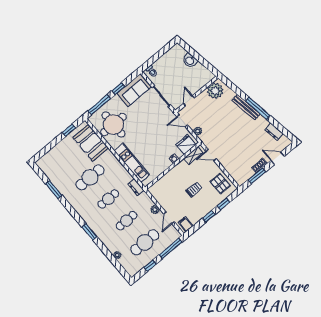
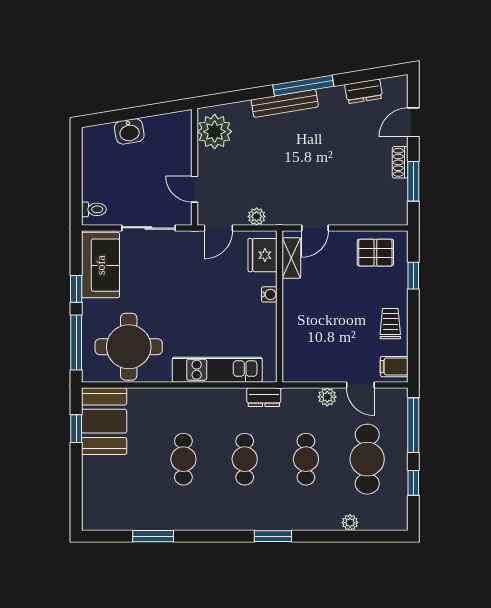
booth: (91, 143) -> (104, 421), moved, turned 90
cafe table: (90, 177) -> (183, 459), width x0.73, depth x0.74
trolley: (194, 189) -> (390, 324), moved
window: (209, 216) -> (413, 317), removed

